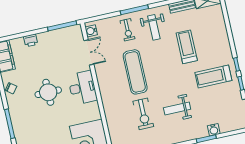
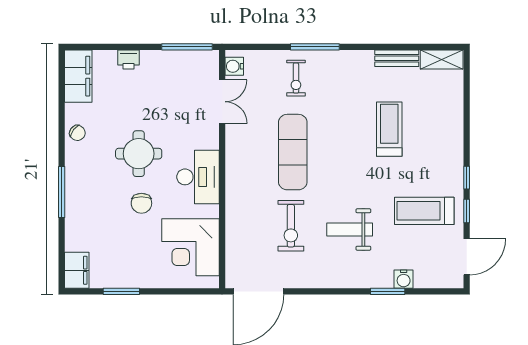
weight bench: (154, 27) -> (341, 84), removed
treadmill: (213, 76) -> (424, 211), moved
desk: (82, 88) -> (198, 177), moved
chair: (56, 120) -> (141, 203), added

